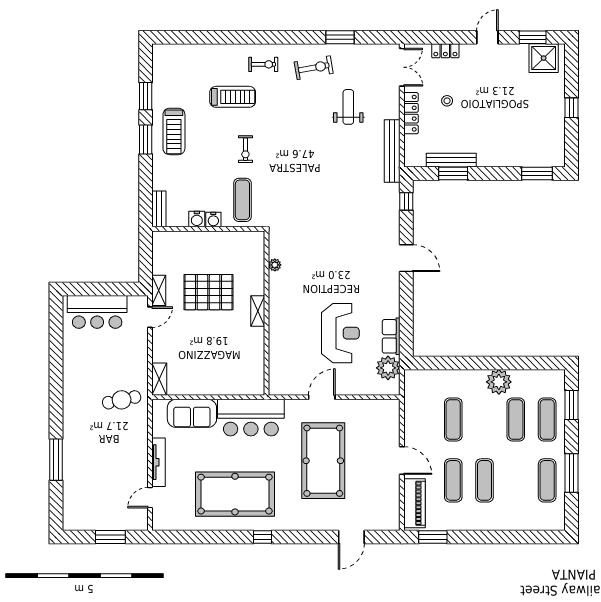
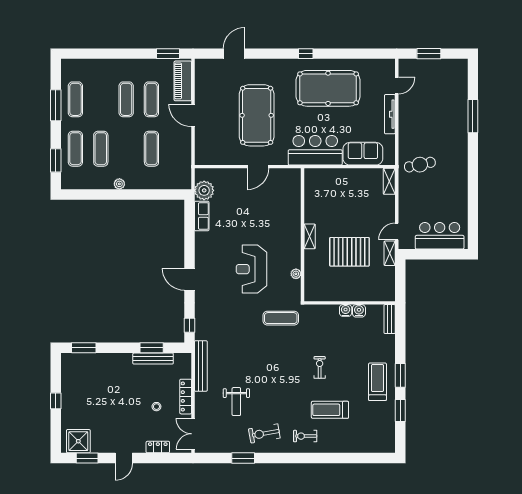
exercise mat: (242, 200) -> (281, 318), moved, turned 90
reception desk: (340, 333) -> (251, 269), moved
plant: (499, 382) -> (119, 184), width x0.53, depth x0.53

